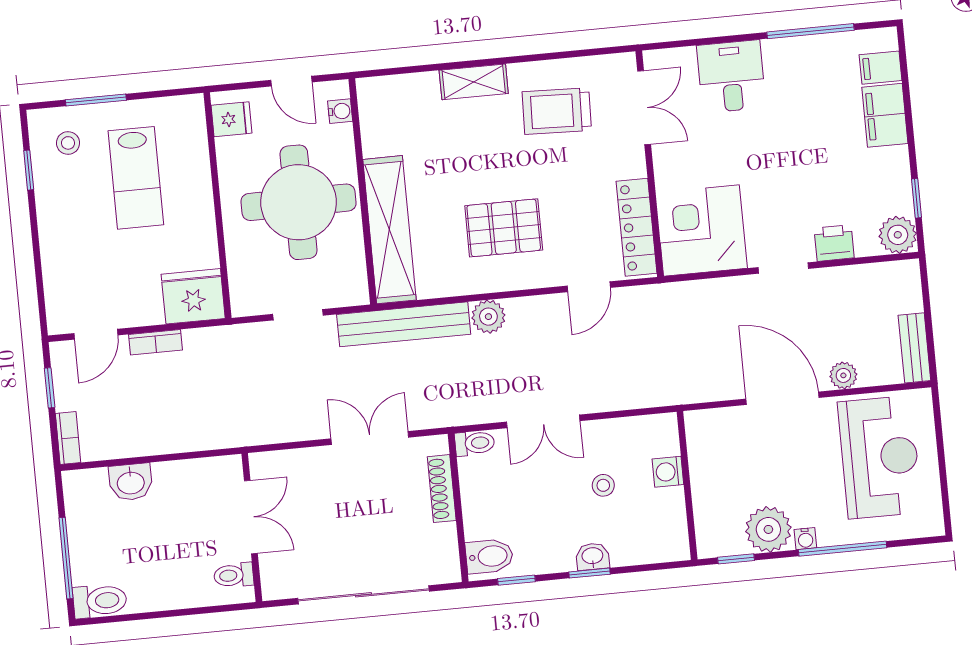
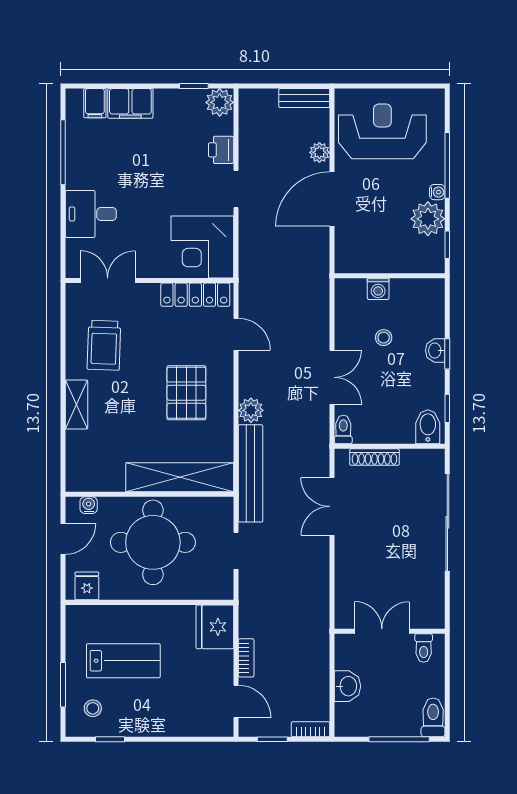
double door: (251, 517) -> (382, 631), moved
wall: (252, 527) -> (390, 631), moved
toilet: (234, 575) -> (424, 648), moved

